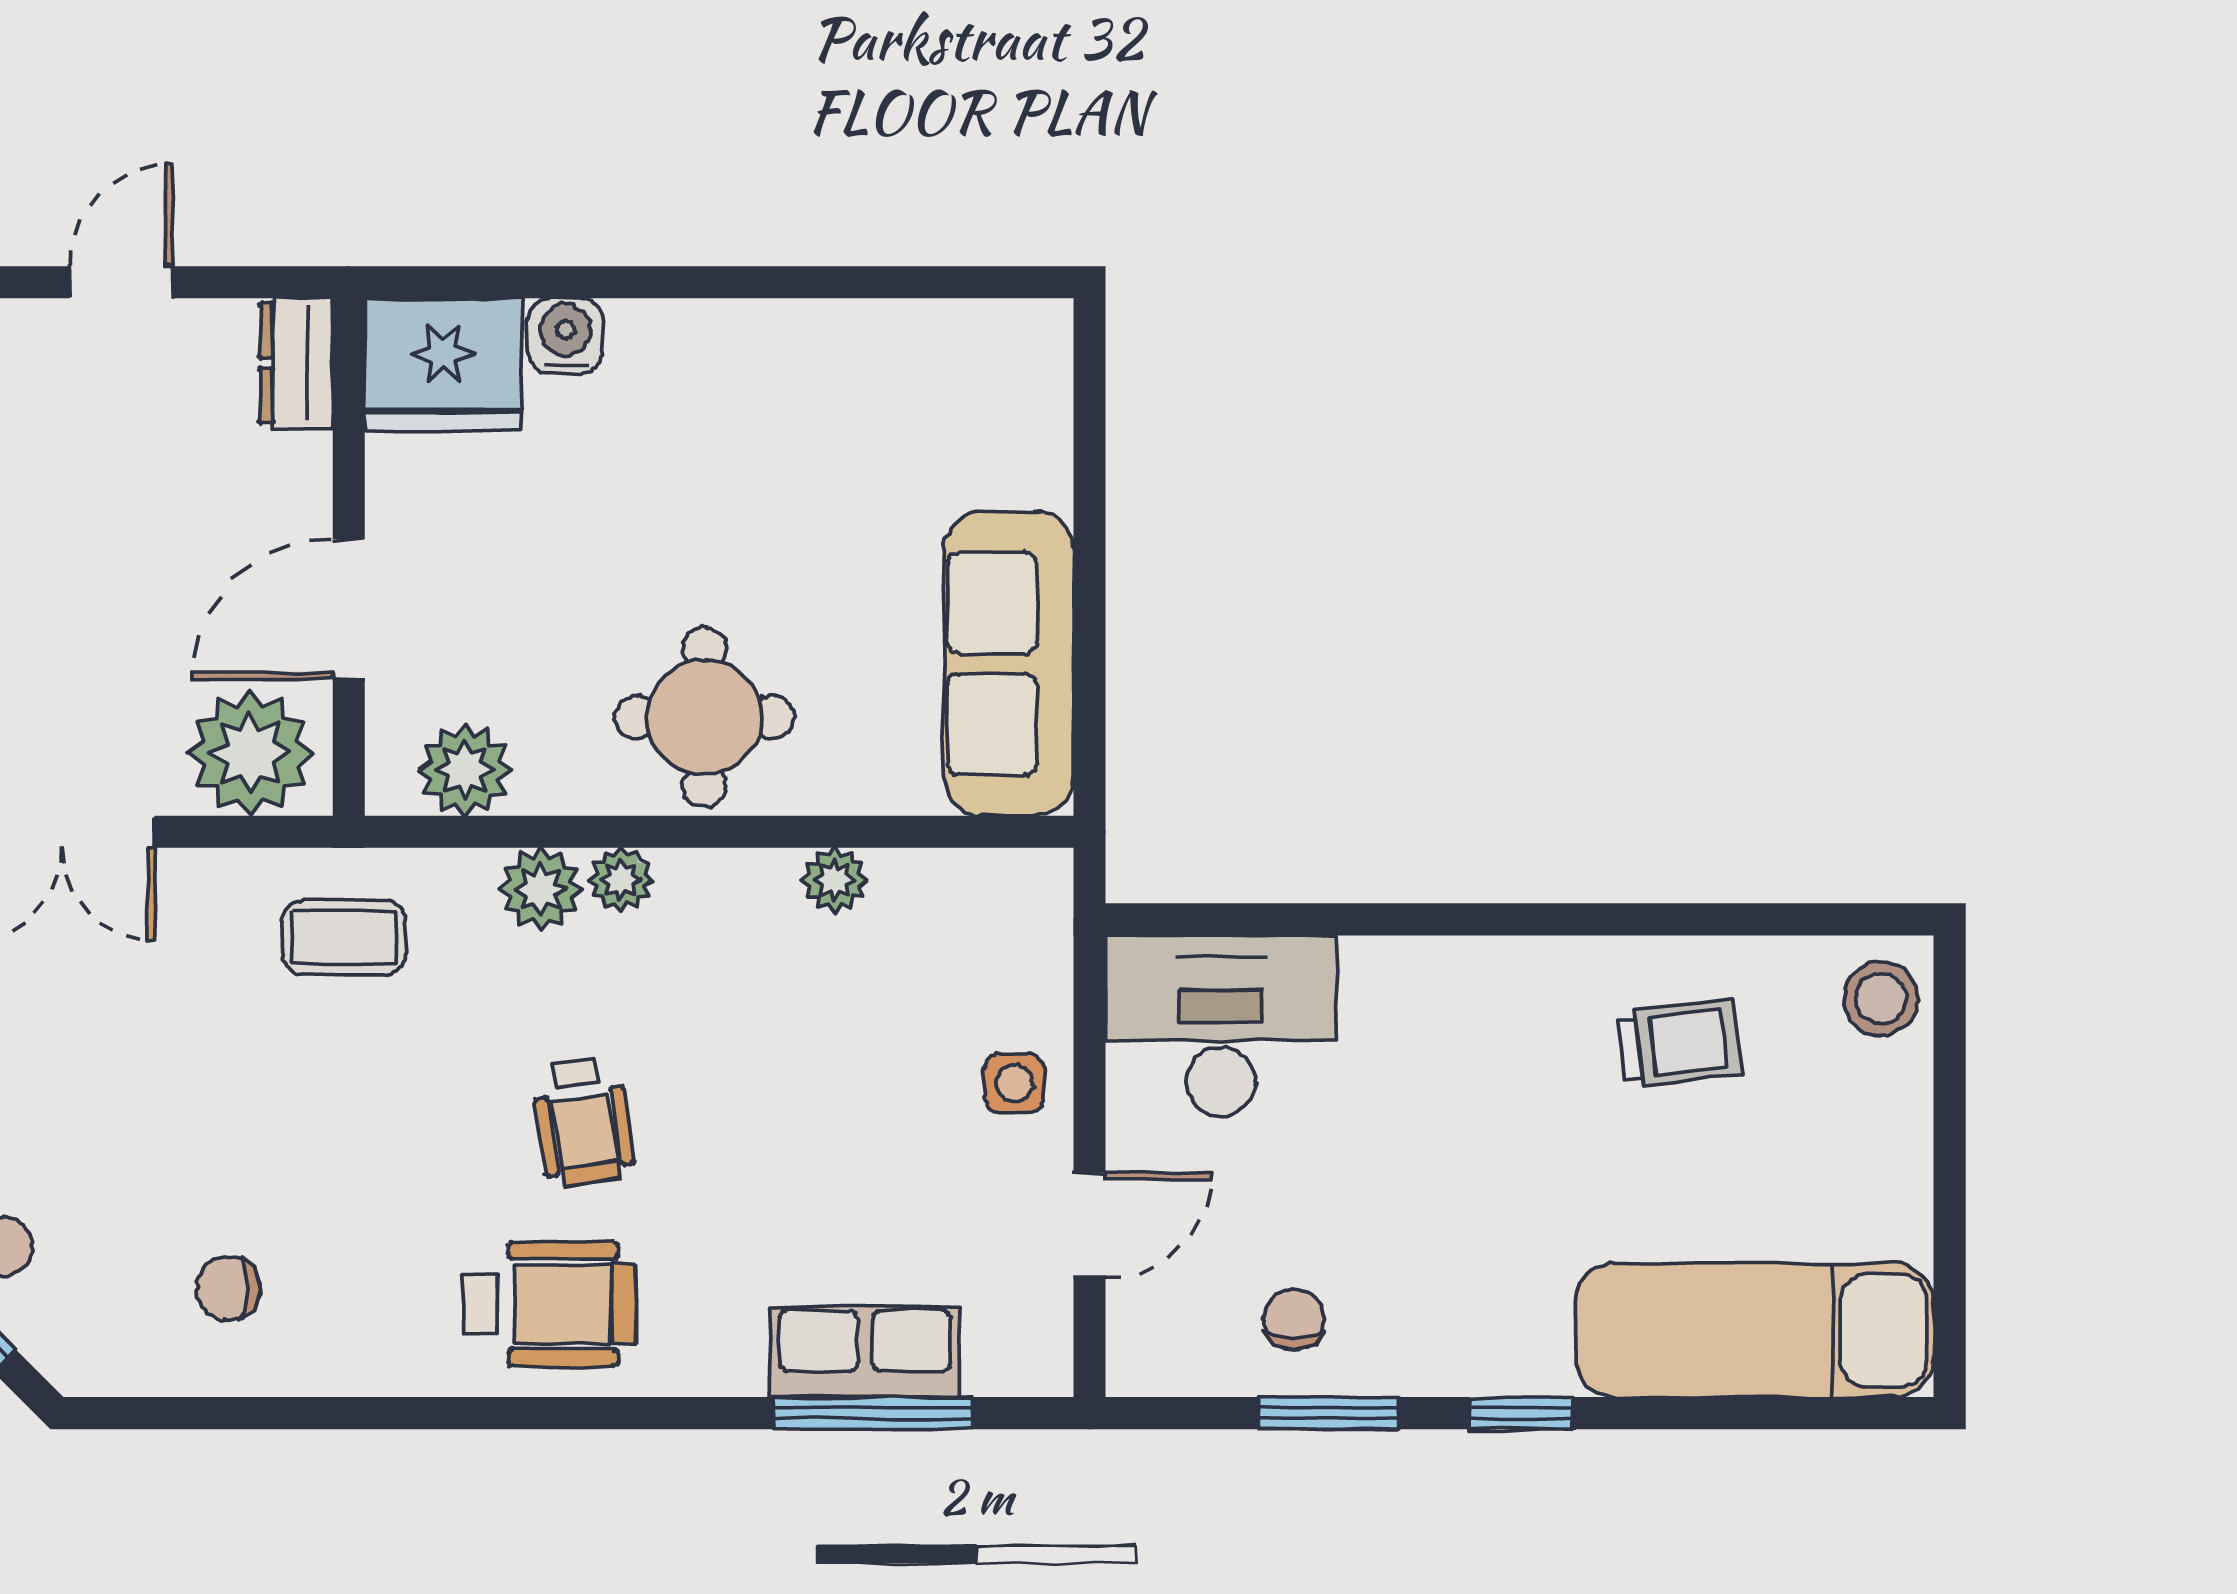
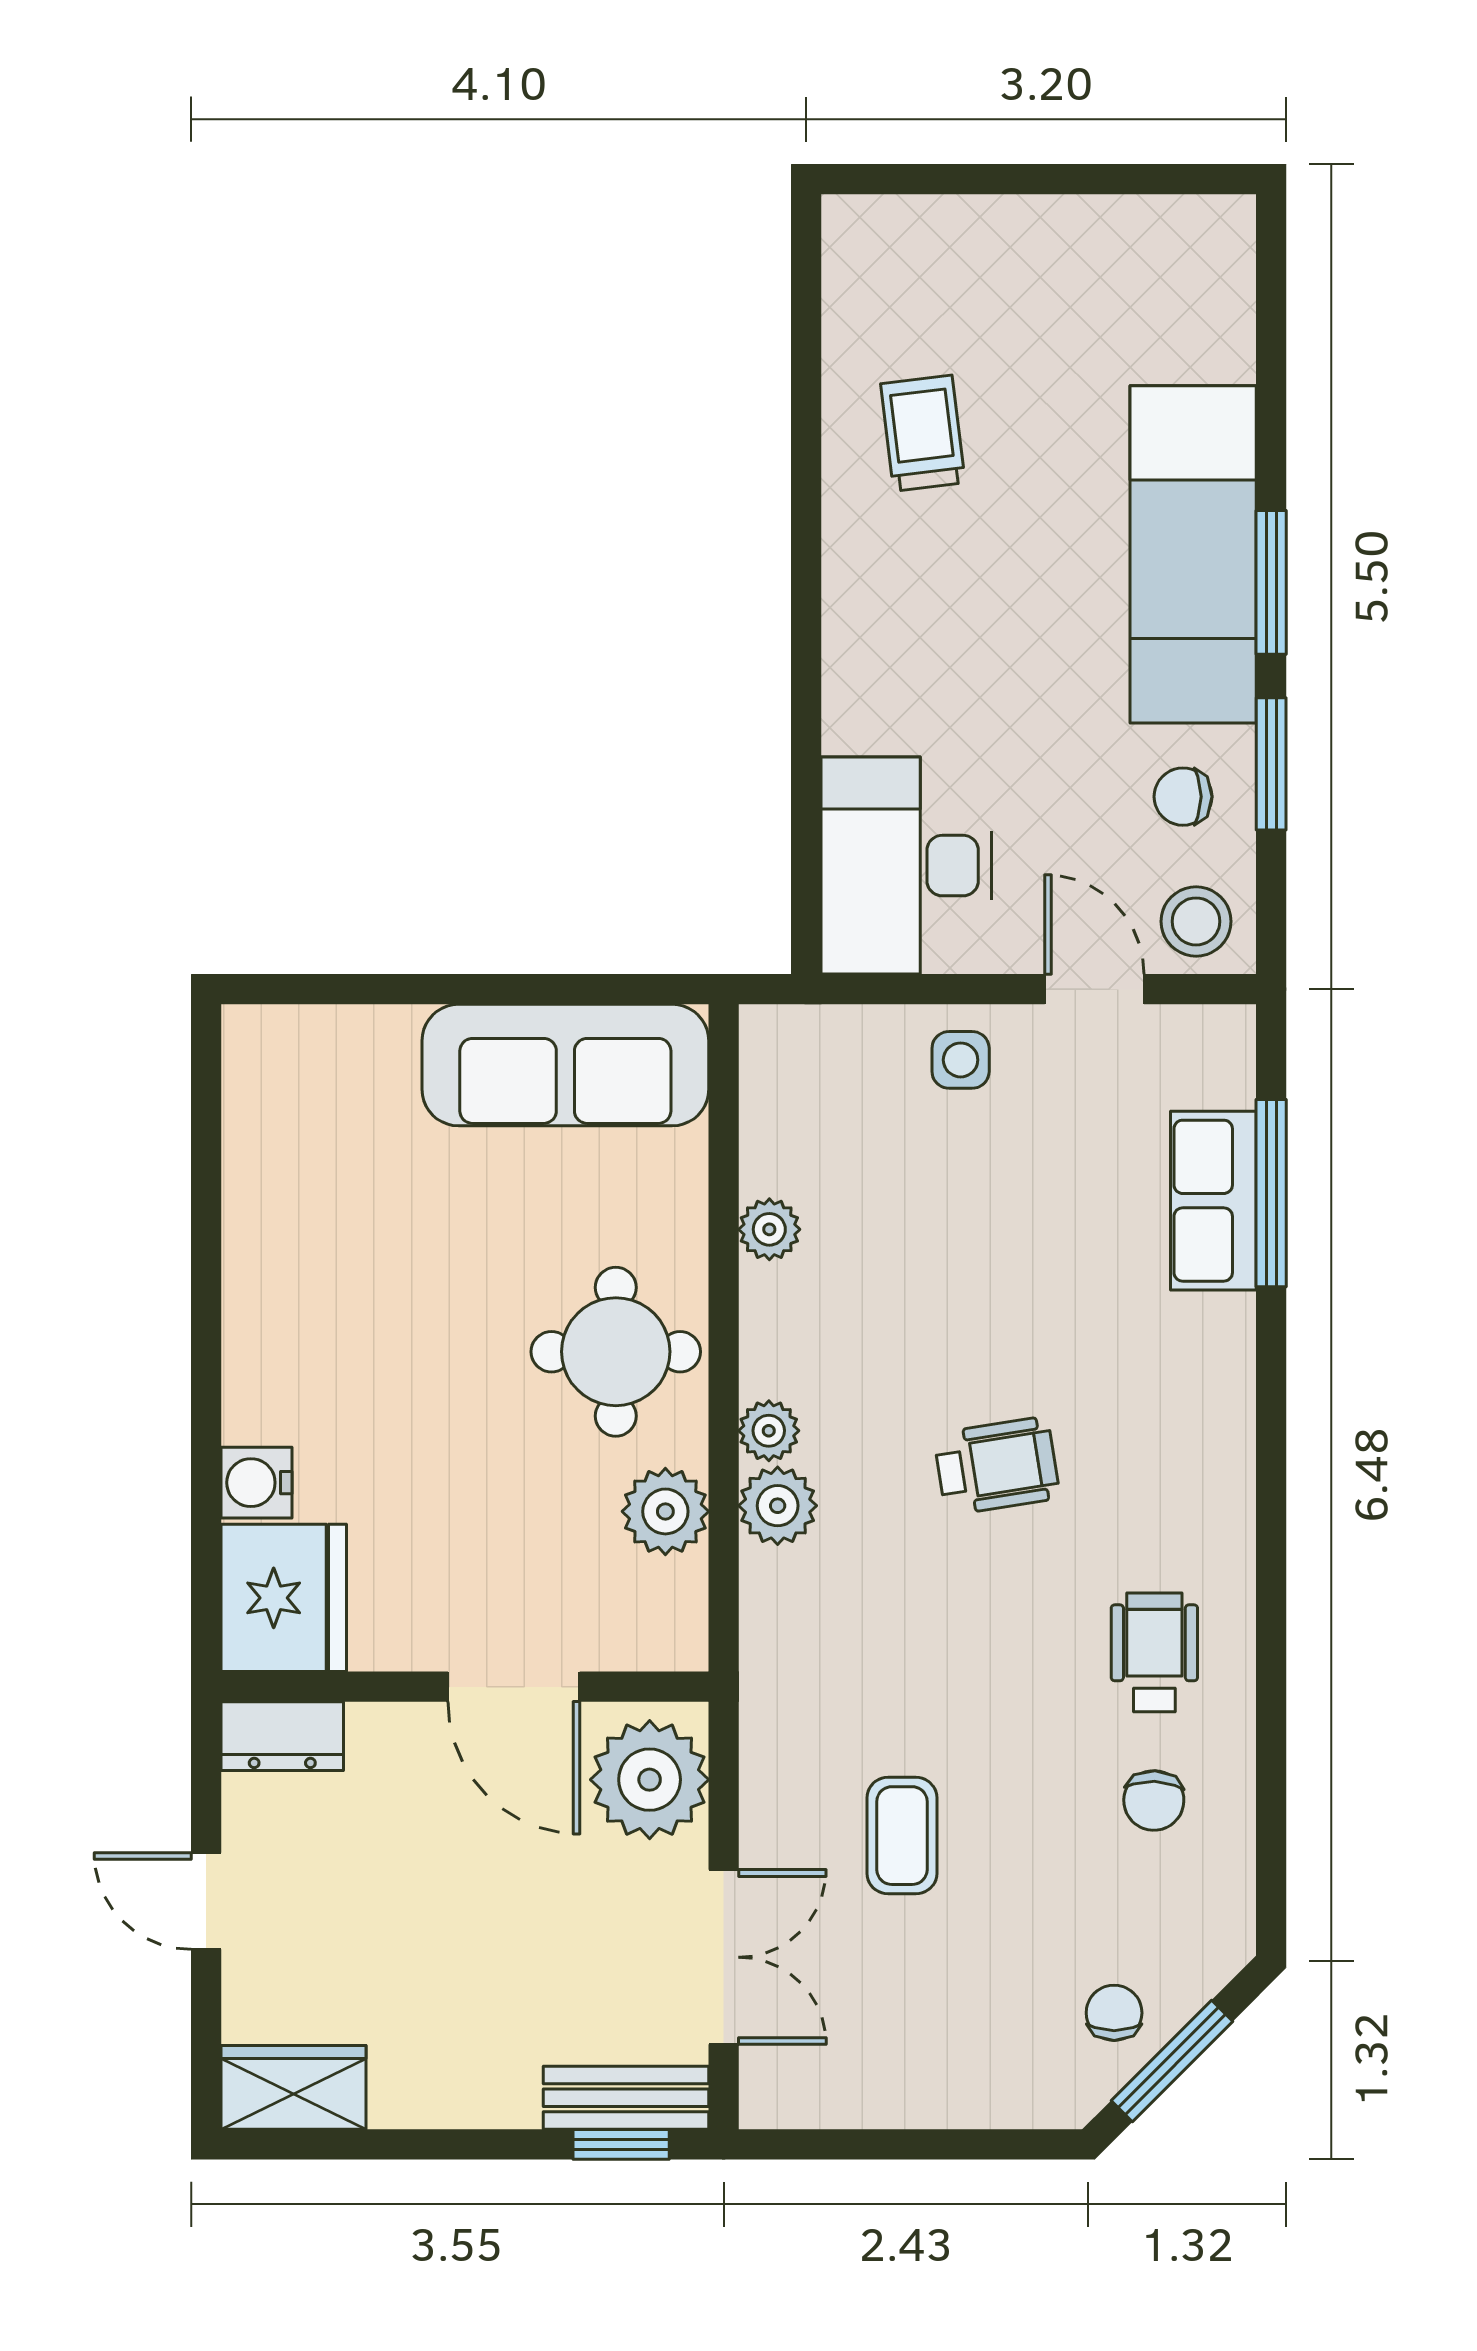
plant: (465, 770) -> (665, 1511), moved
coffee table: (344, 938) -> (902, 1836), moved
stool: (1881, 999) -> (1196, 921), moved
wheelchair: (549, 1304) -> (1154, 1652), moved, width x0.73, depth x0.73
exam couch: (1754, 1330) -> (1193, 554), moved
window: (1521, 1413) -> (1271, 582), width x1.50

